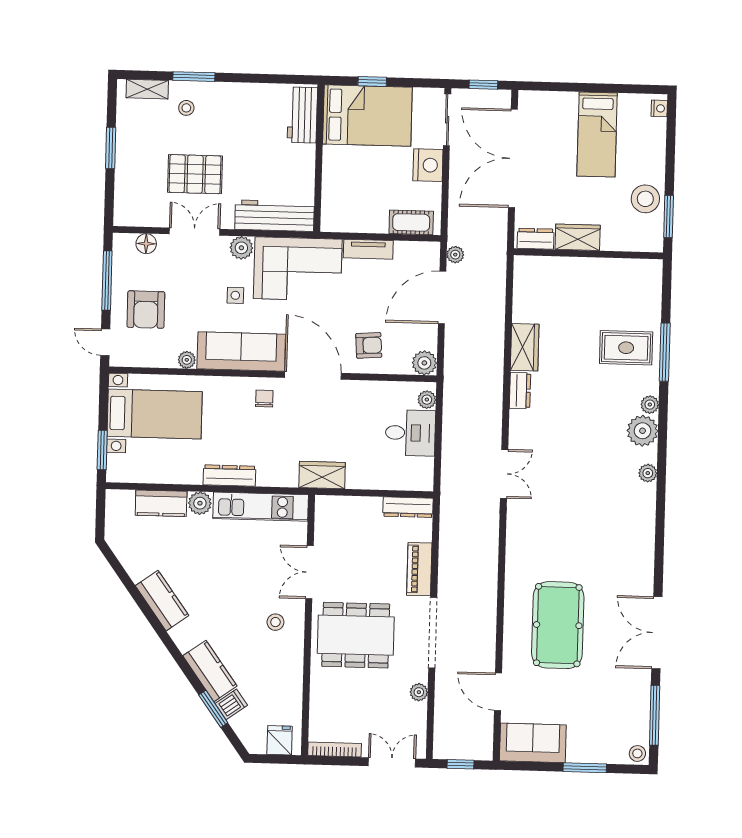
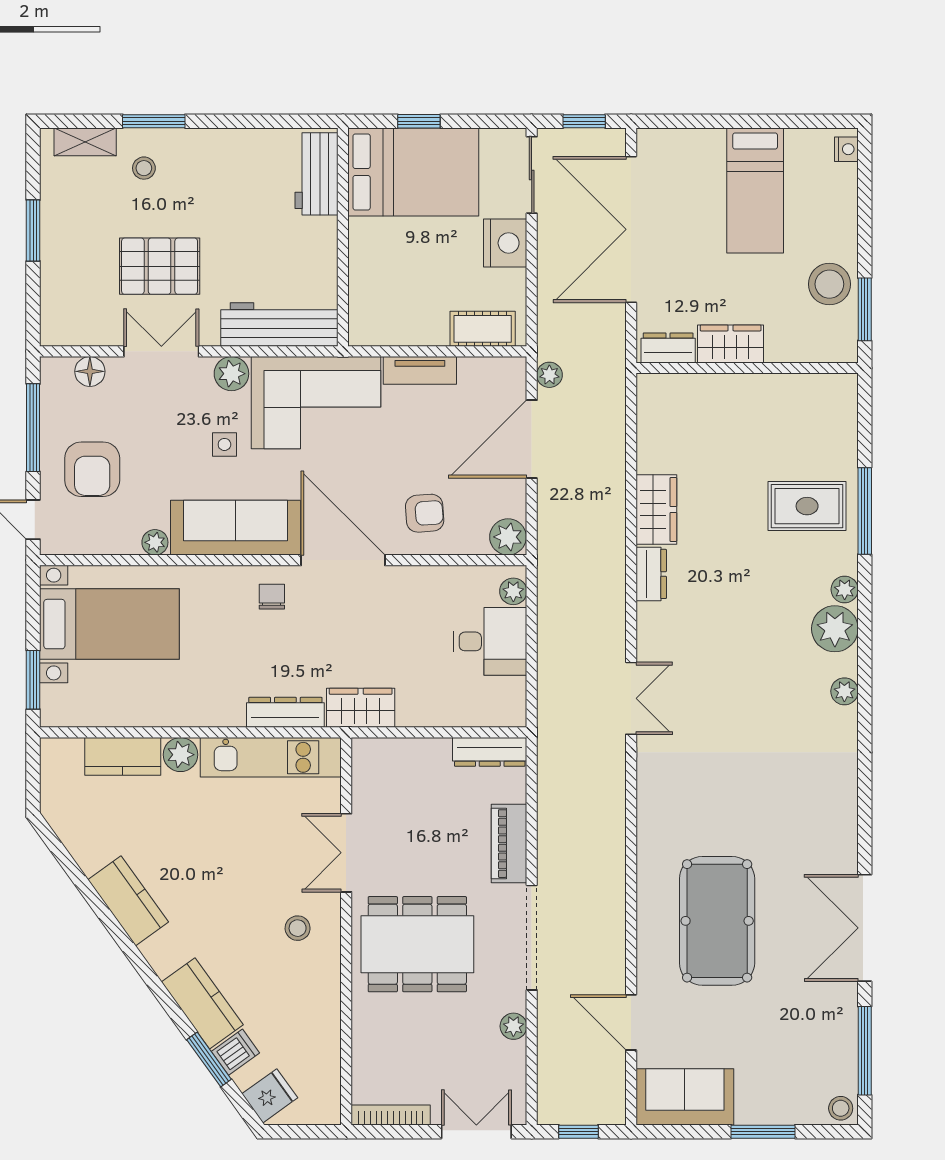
dresser: (229, 476) -> (285, 712), moved
fridge: (280, 740) -> (270, 1096), moved, turned 54

